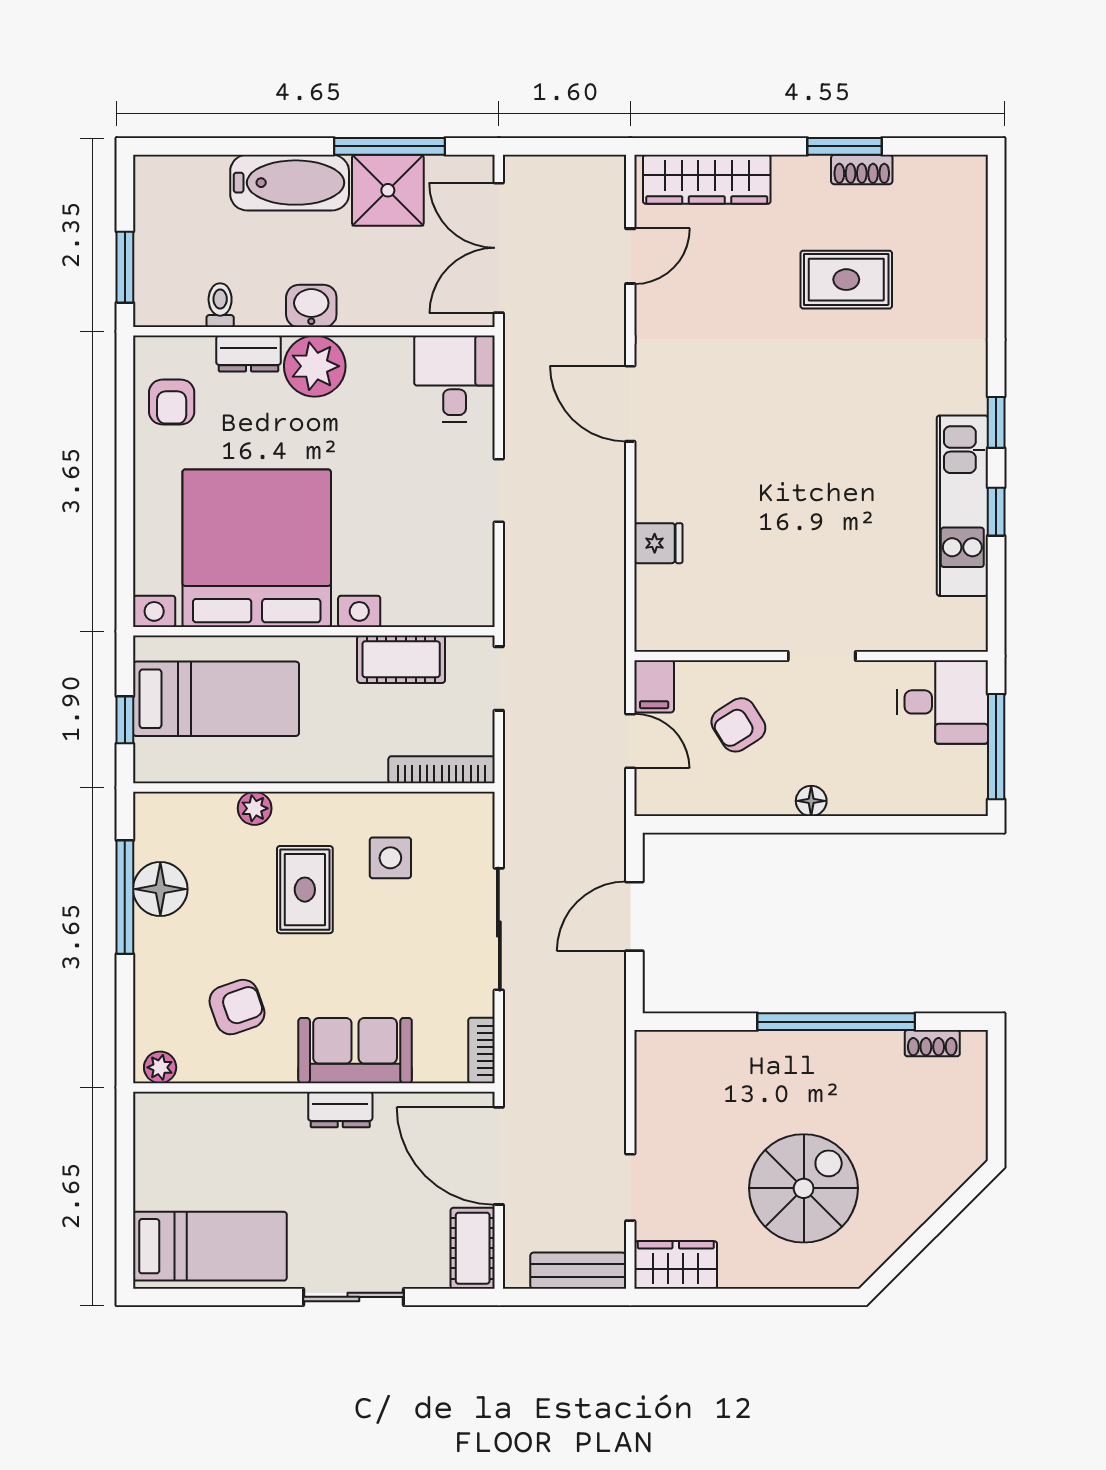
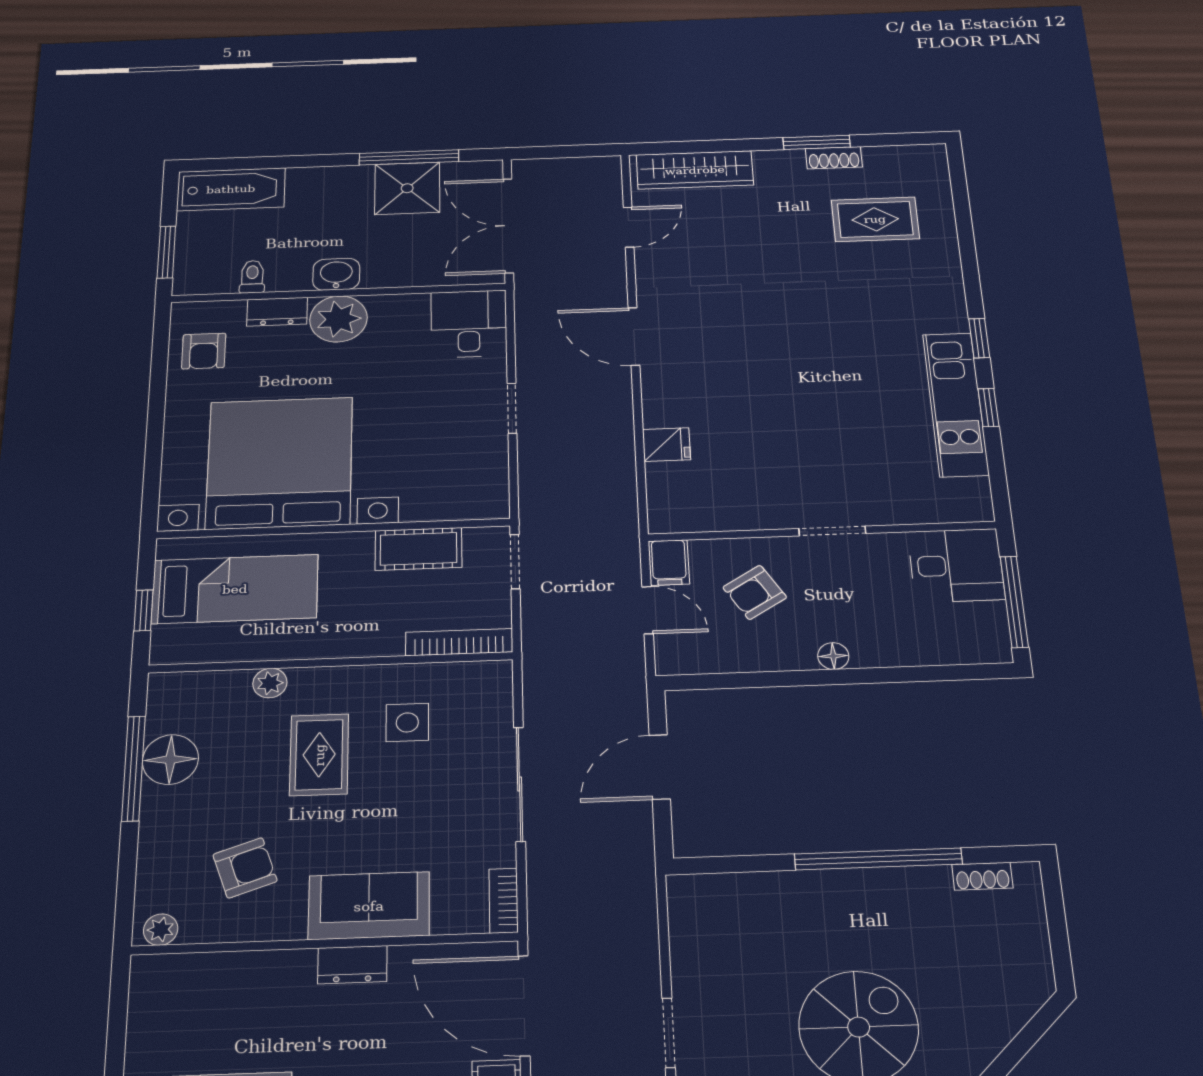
bathtub: (290, 183) -> (231, 189), moved
rug: (846, 280) -> (875, 219), moved

